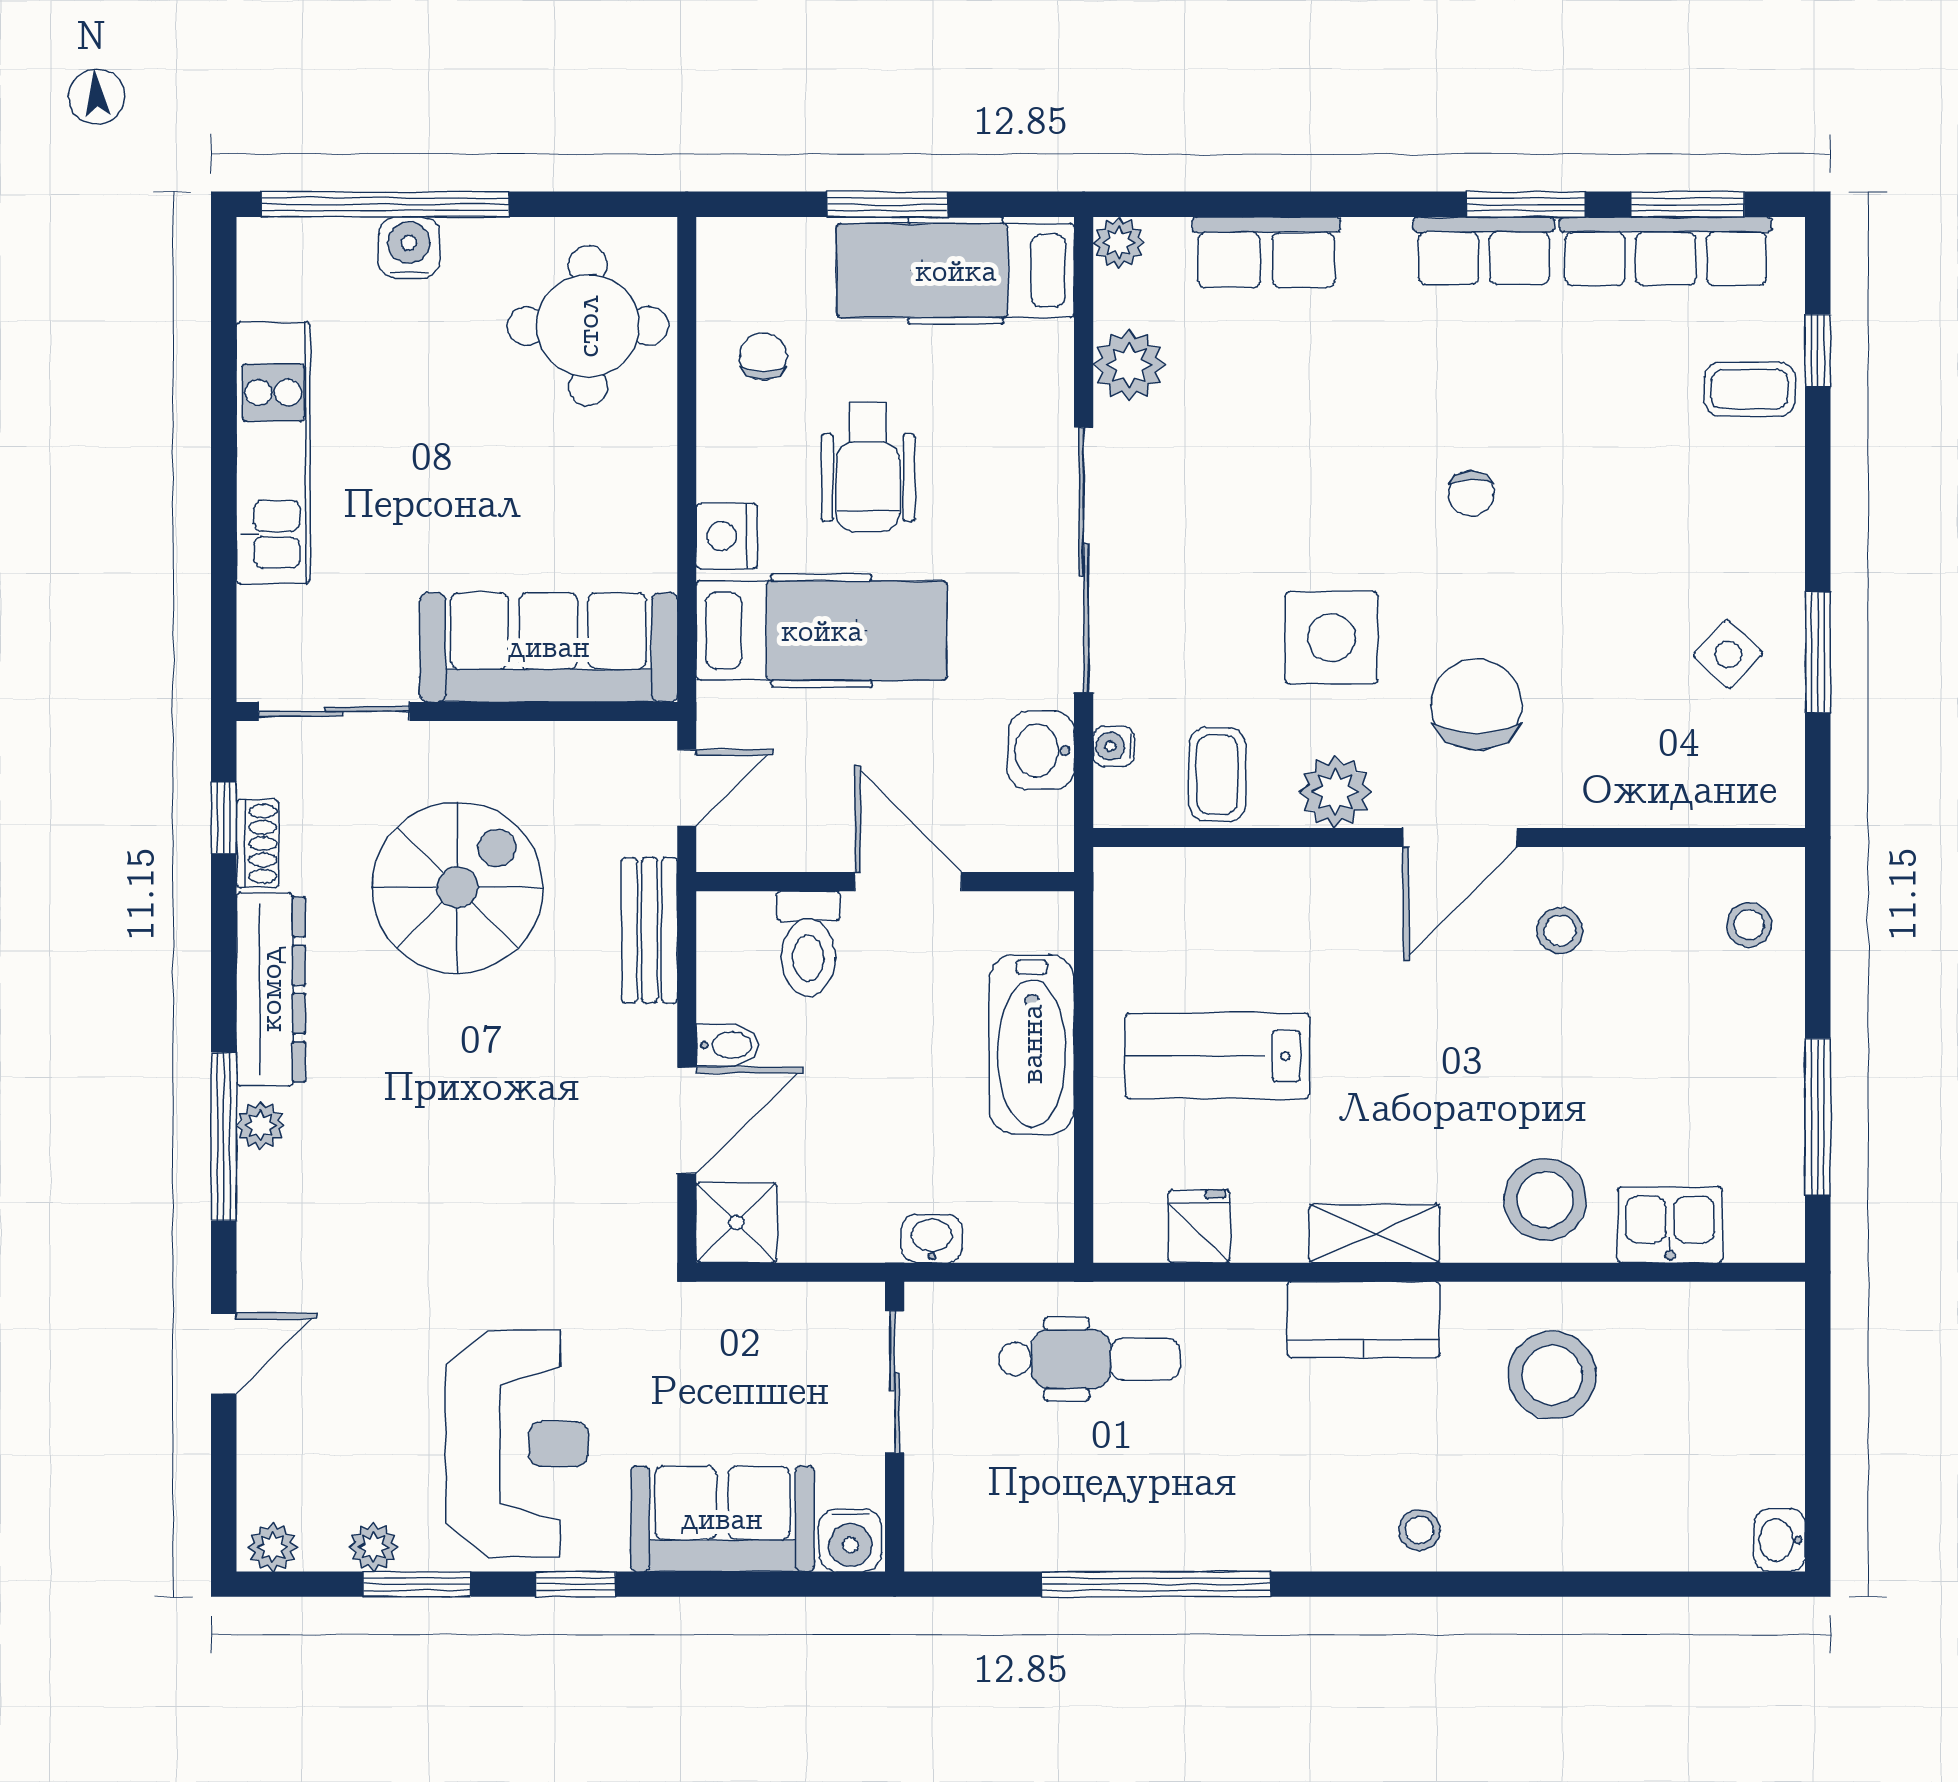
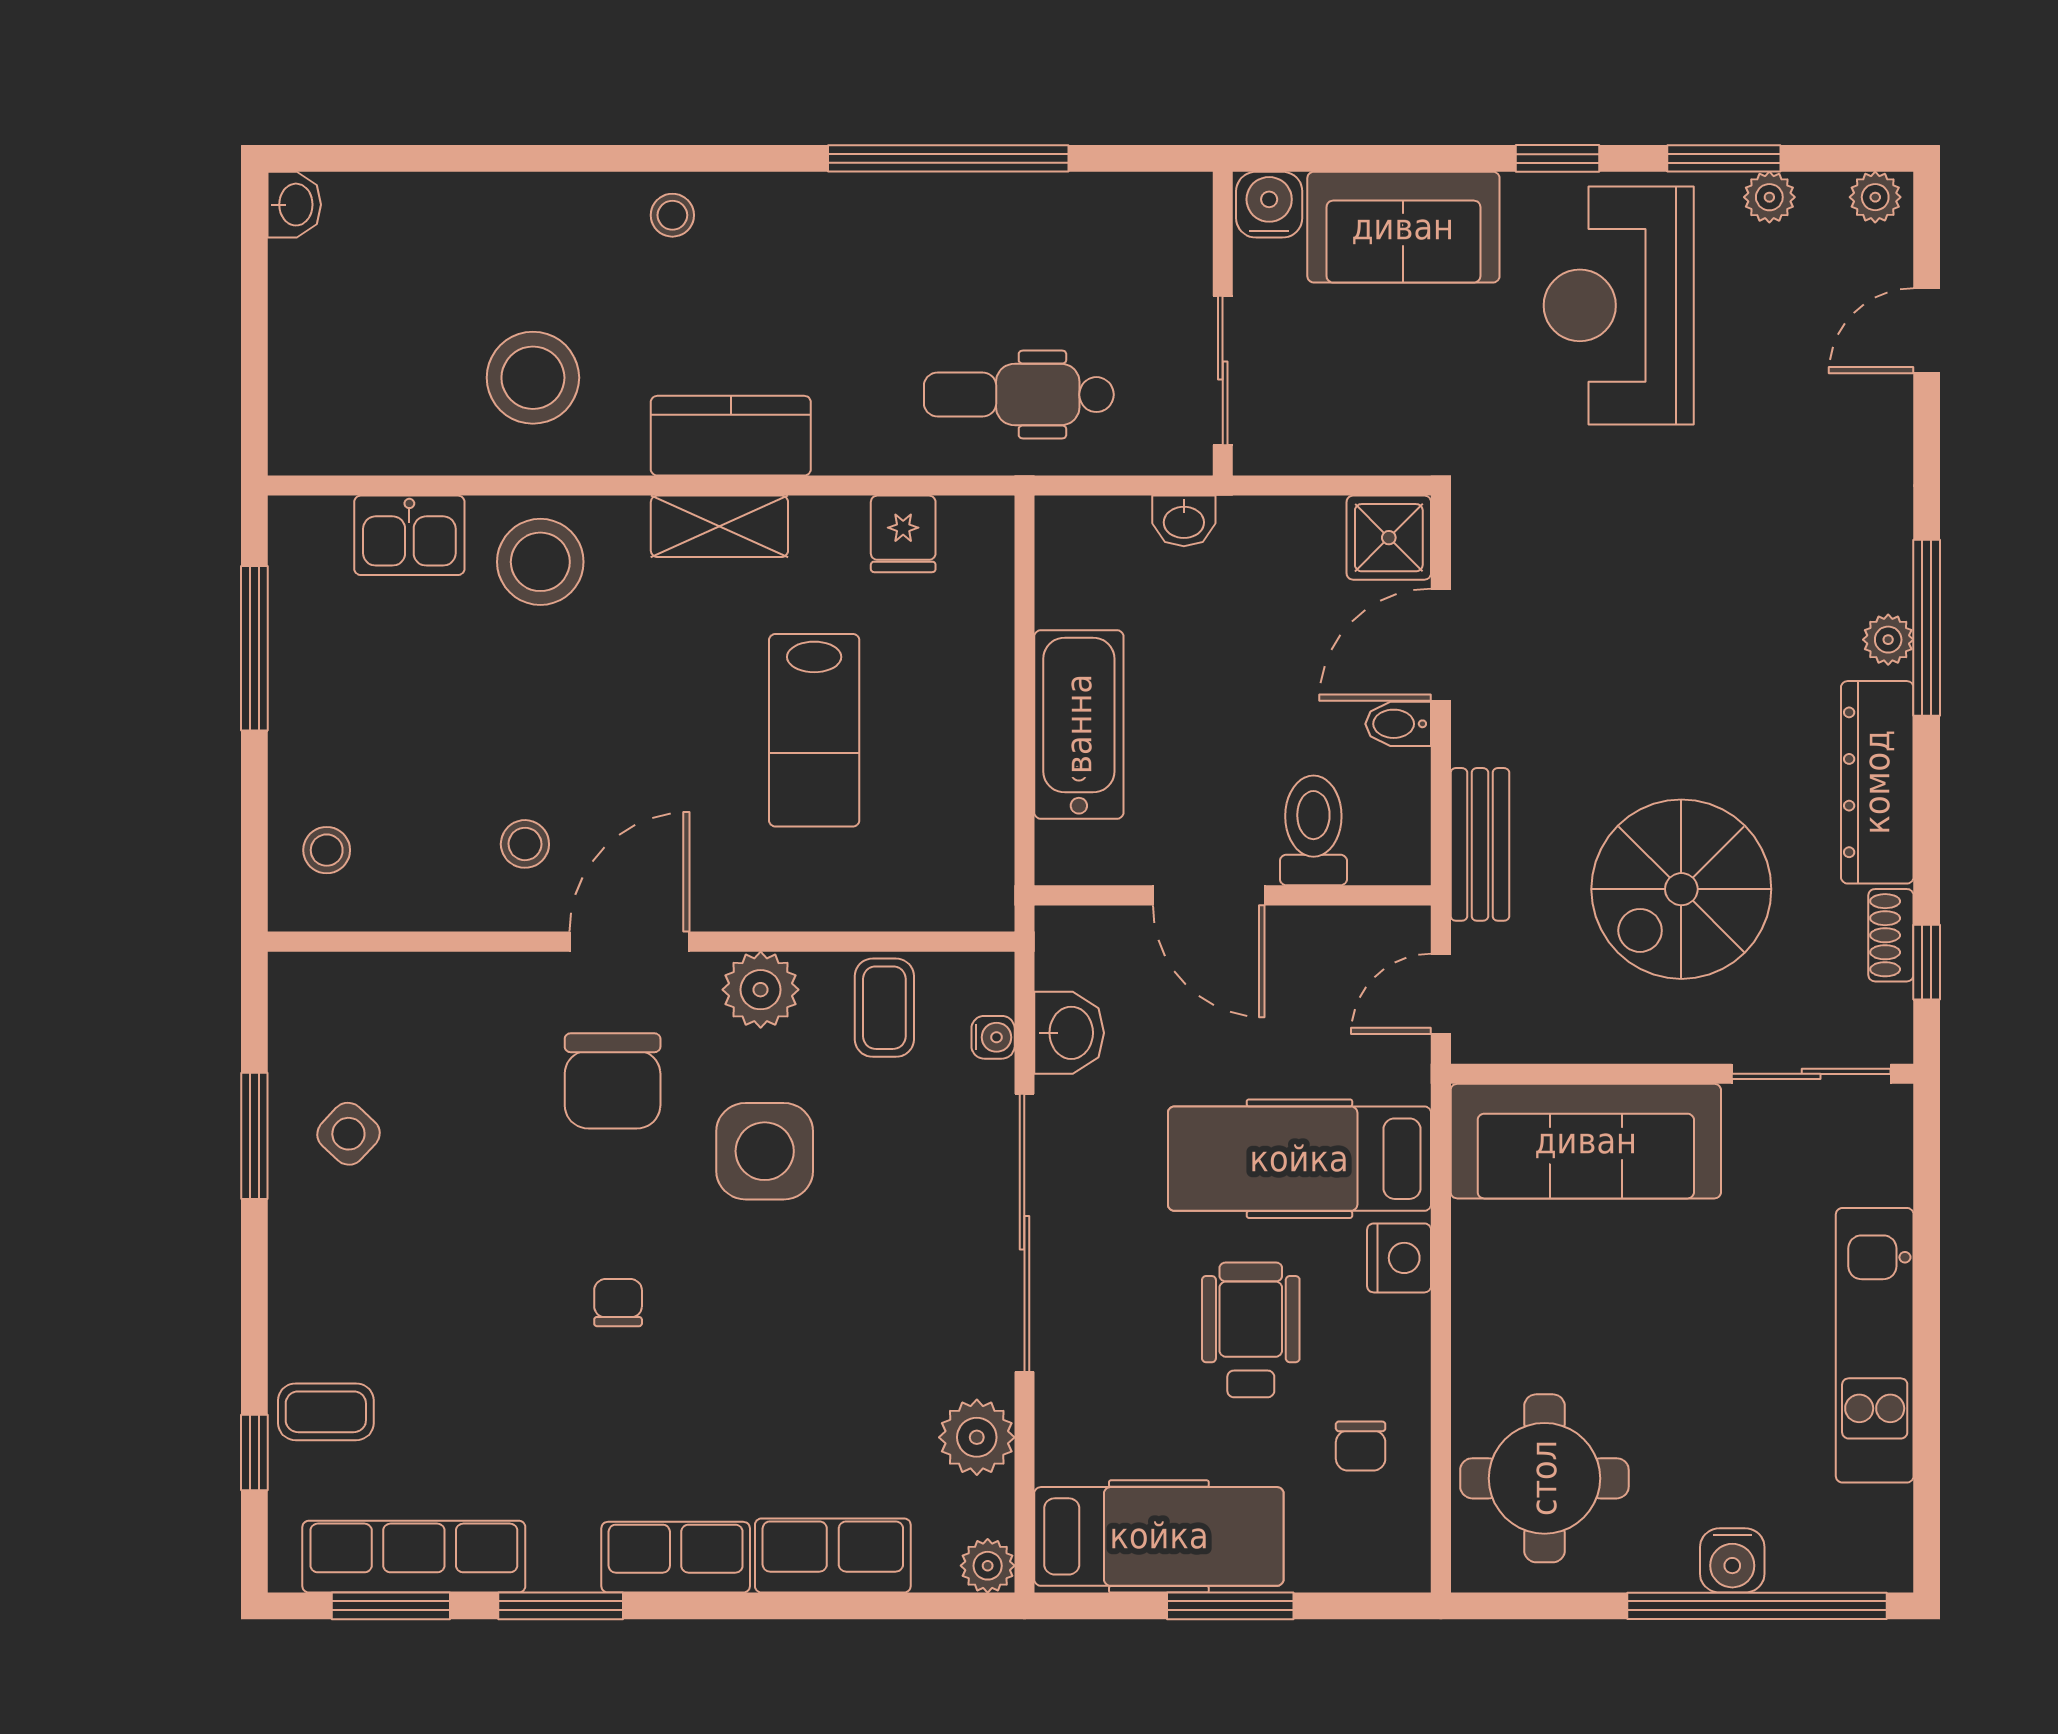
row of seats: (1484, 251) -> (676, 1557), moved
lab bench: (1217, 1056) -> (814, 730), moved, turned 90
door: (224, 1353) -> (1927, 331), moved

